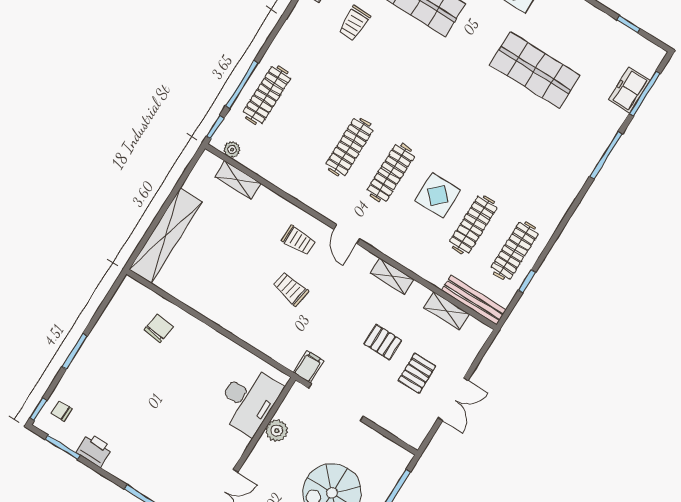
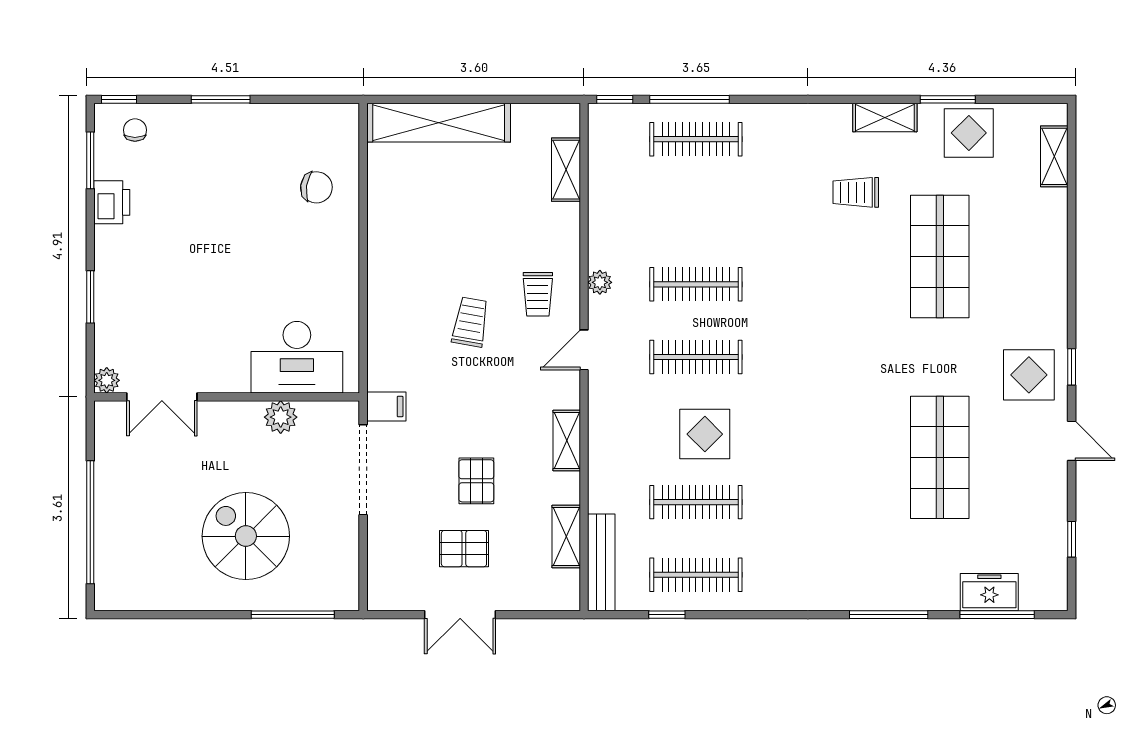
plant: (232, 149) -> (600, 282), moved

